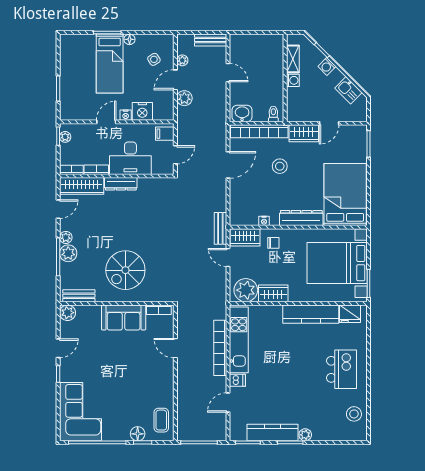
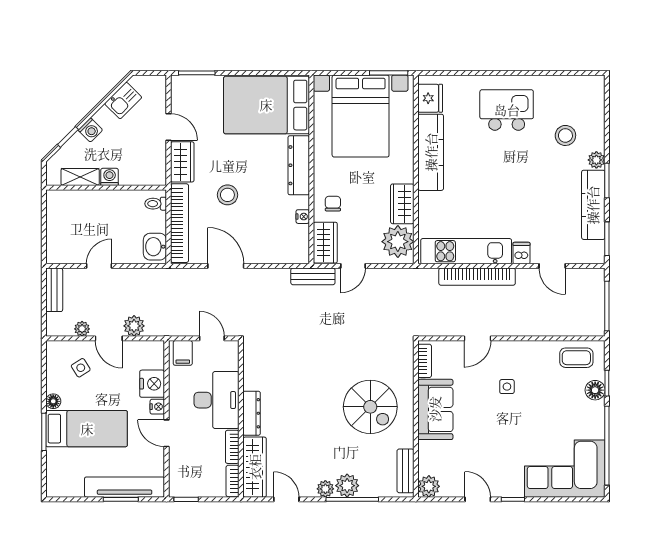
tv unit: (67, 91) -> (125, 487), added
plant: (65, 137) -> (187, 490), removed
side table: (140, 370) -> (507, 387), added
stool: (354, 414) -> (565, 135), moved

